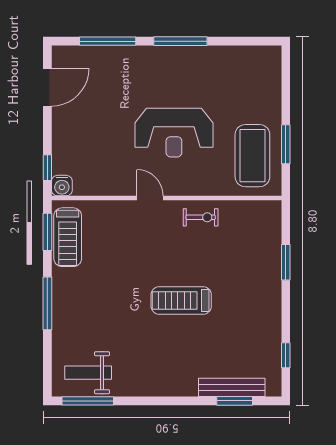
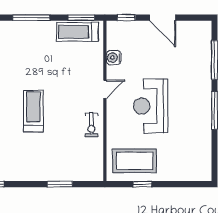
door: (47, 87) -> (163, 18), moved
window: (286, 144) -> (142, 184), width x0.67
water cooler: (62, 186) -> (114, 58), moved

